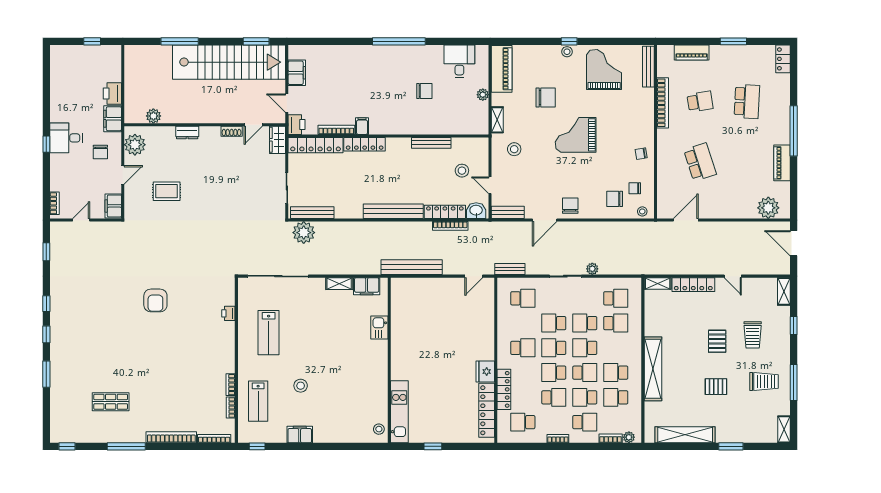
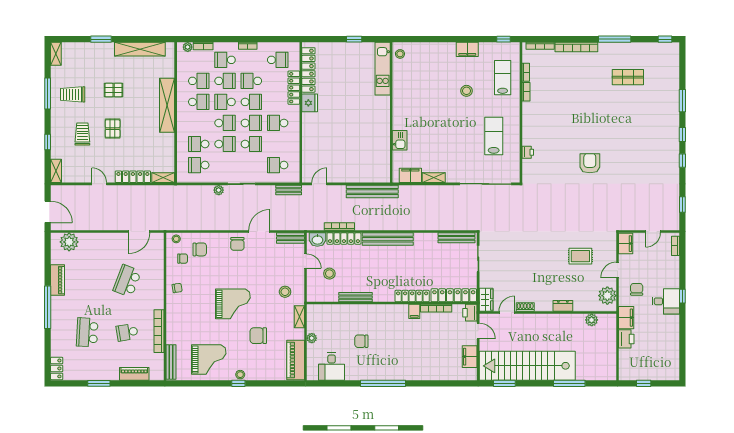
grand piano: (604, 69) -> (209, 360), turned -90
school desk: (700, 162) -> (127, 281), turned 39
plant: (304, 233) -> (464, 221), removed

